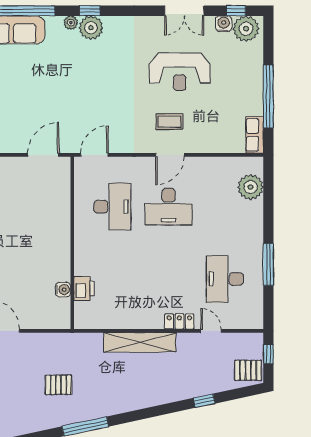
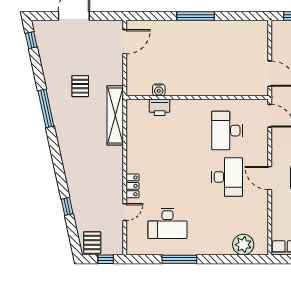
desk: (112, 207) -> (227, 131), turned 90
desk: (169, 207) -> (227, 177), turned 180
desk: (225, 279) -> (167, 223), turned 180
shelving: (140, 342) -> (115, 115), moved

